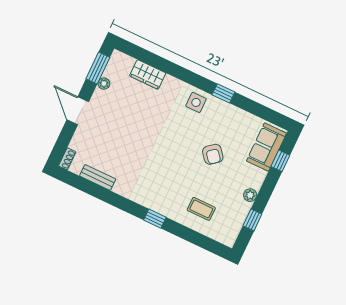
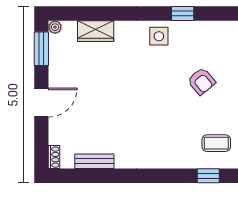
plant: (104, 84) -> (55, 27), moved
door: (78, 111) -> (41, 103), swing flipped
window: (155, 219) -> (208, 176), moved

